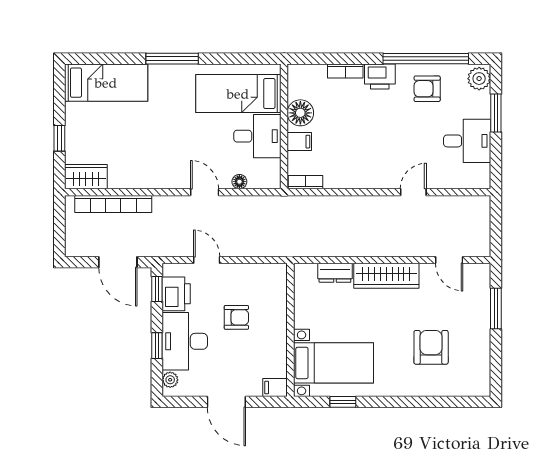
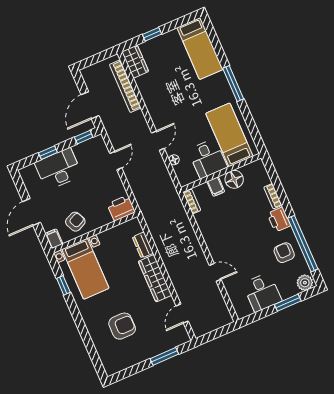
printer: (176, 294) -> (121, 208), moved, turned 180
armchair: (236, 317) -> (75, 222), moved, turned -115
plant: (170, 380) -> (30, 170), removed

